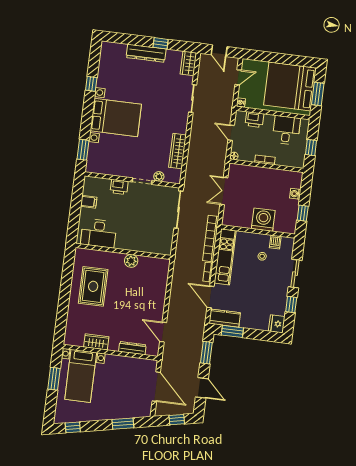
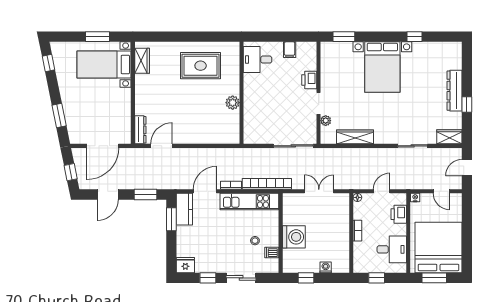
desk: (99, 233) -> (257, 60), width x0.73
wardrobe: (96, 342) -> (142, 61), moved
dresser: (132, 348) -> (140, 130), moved

